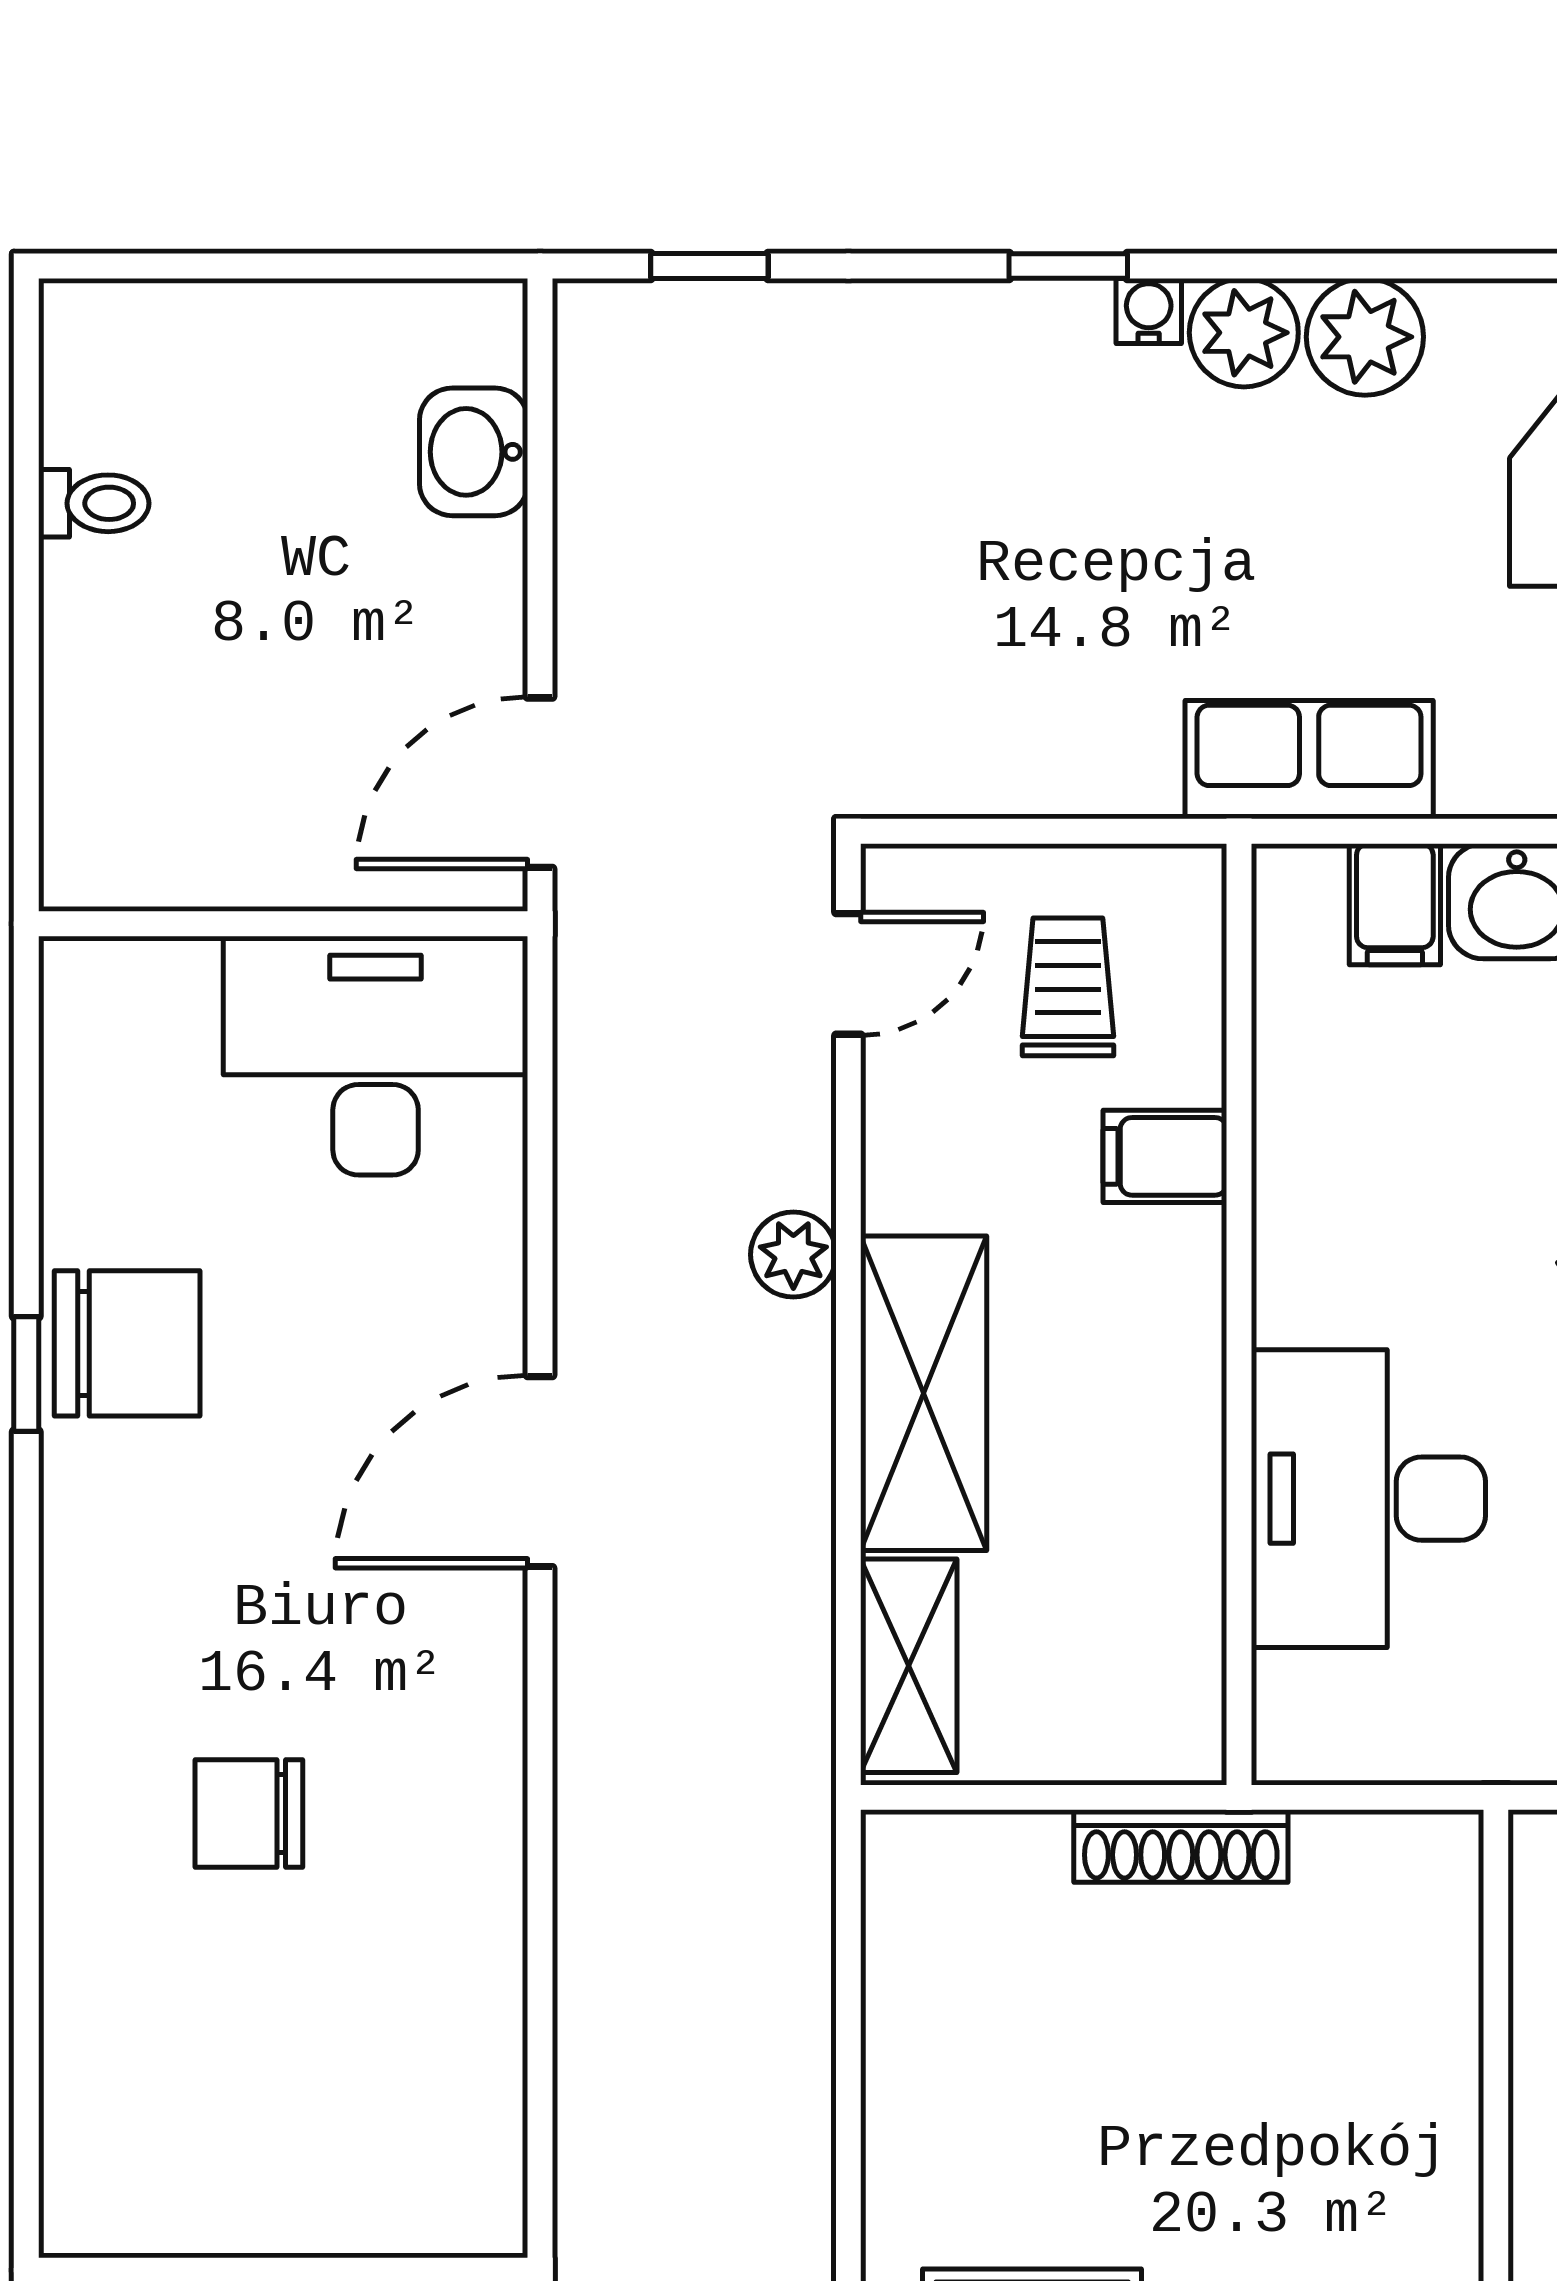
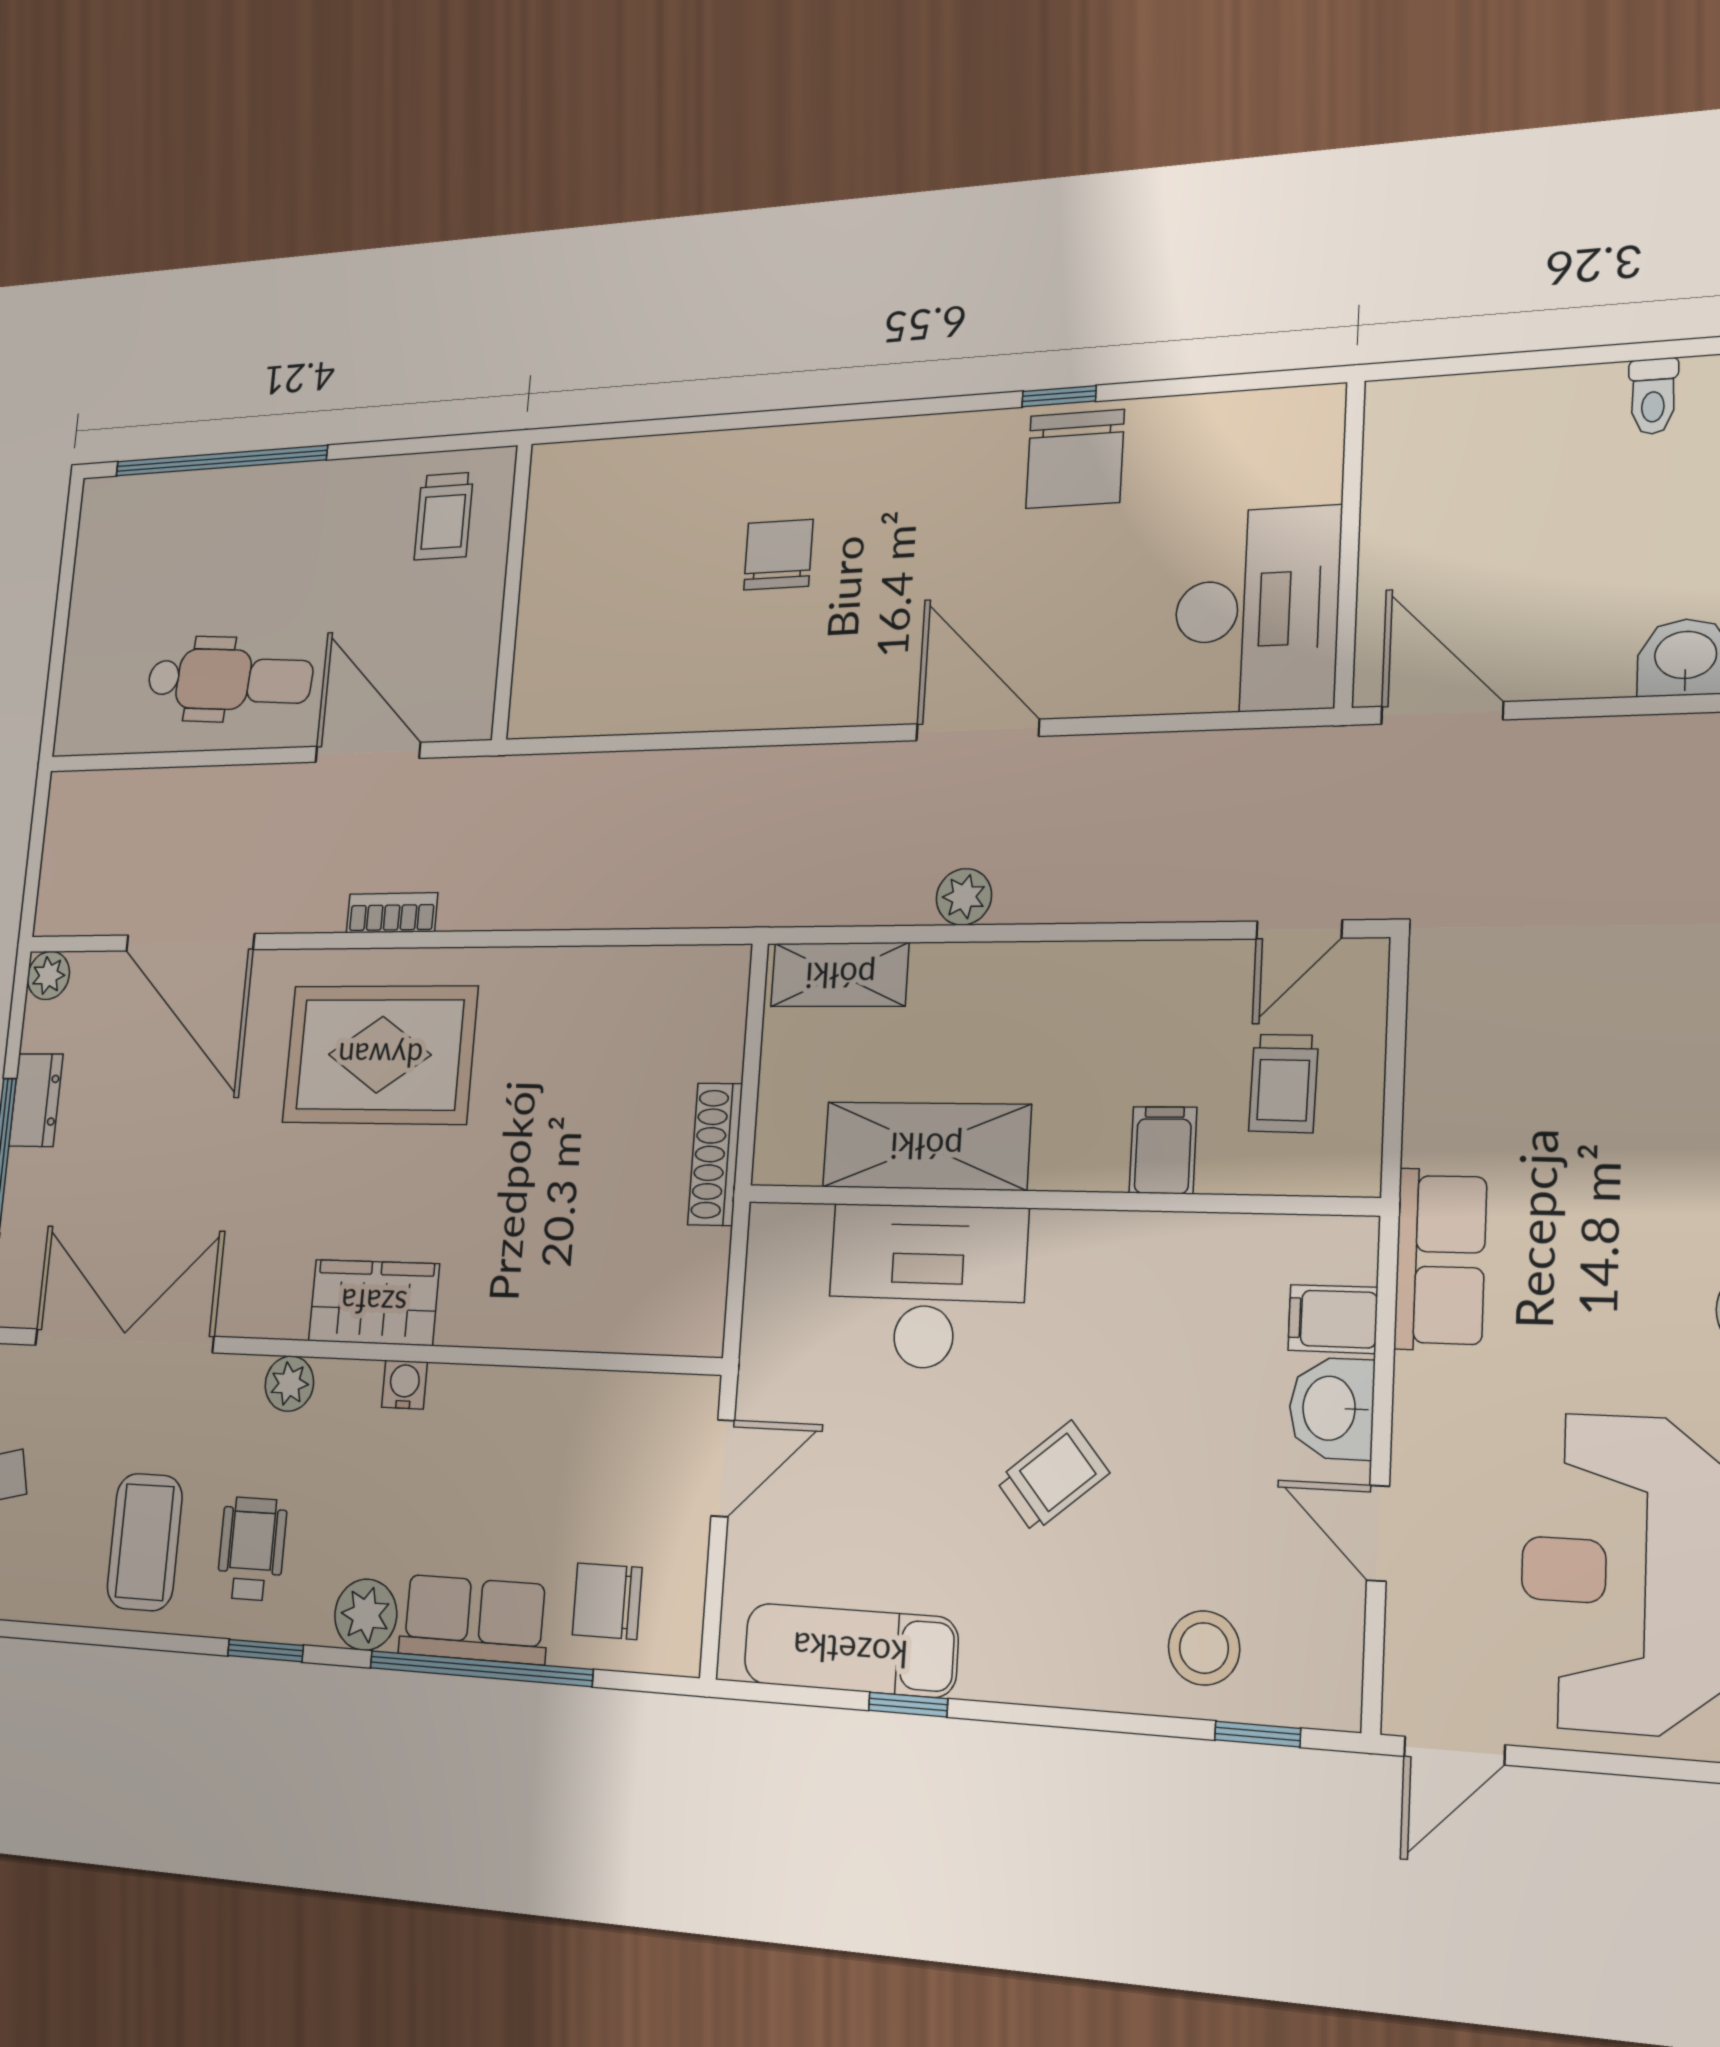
door: (848, 974) -> (1299, 930), hinge flipped
trolley: (1068, 987) -> (1284, 1083), turned 91
plant: (793, 1255) -> (964, 897), moved
shelving: (924, 1393) -> (926, 1146), moved

